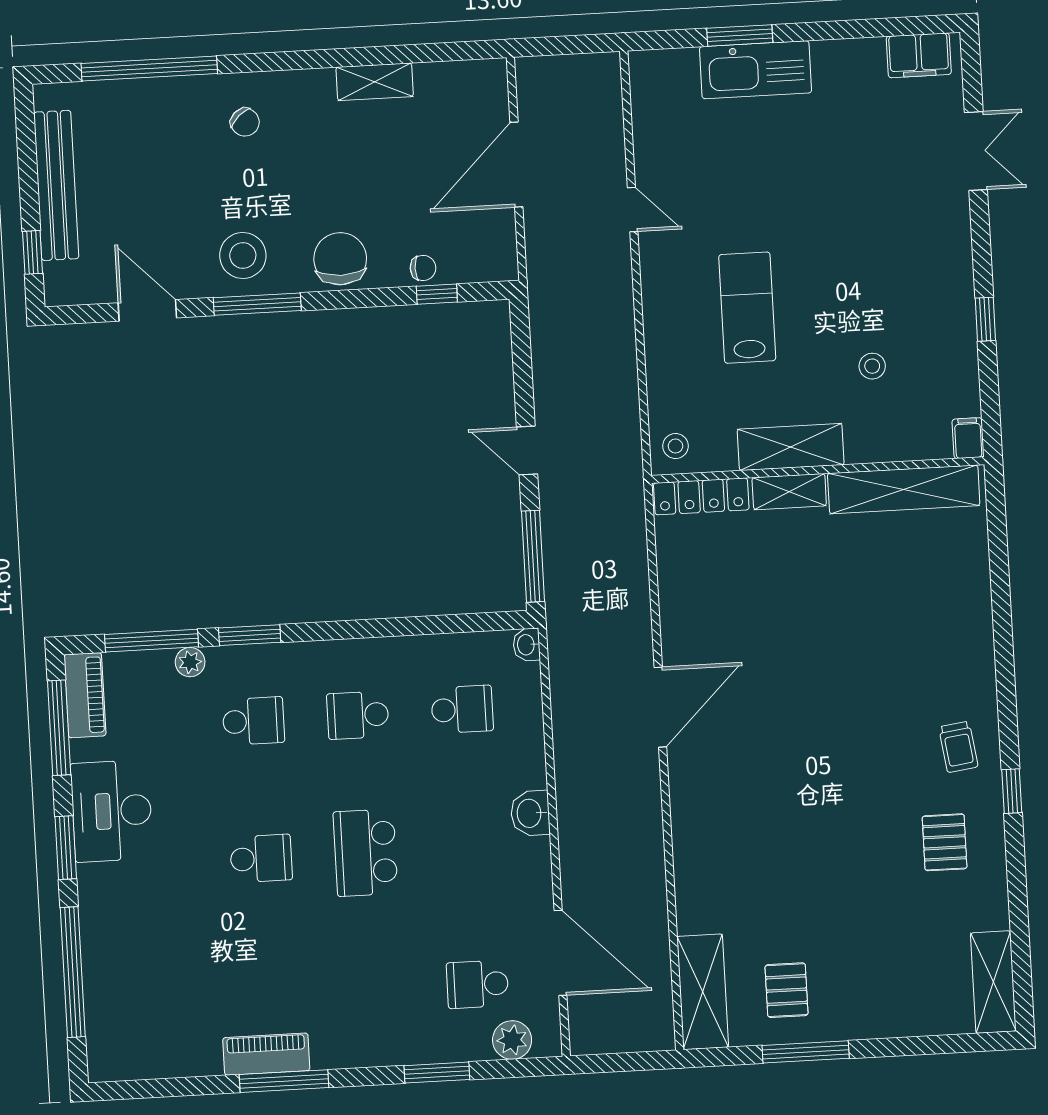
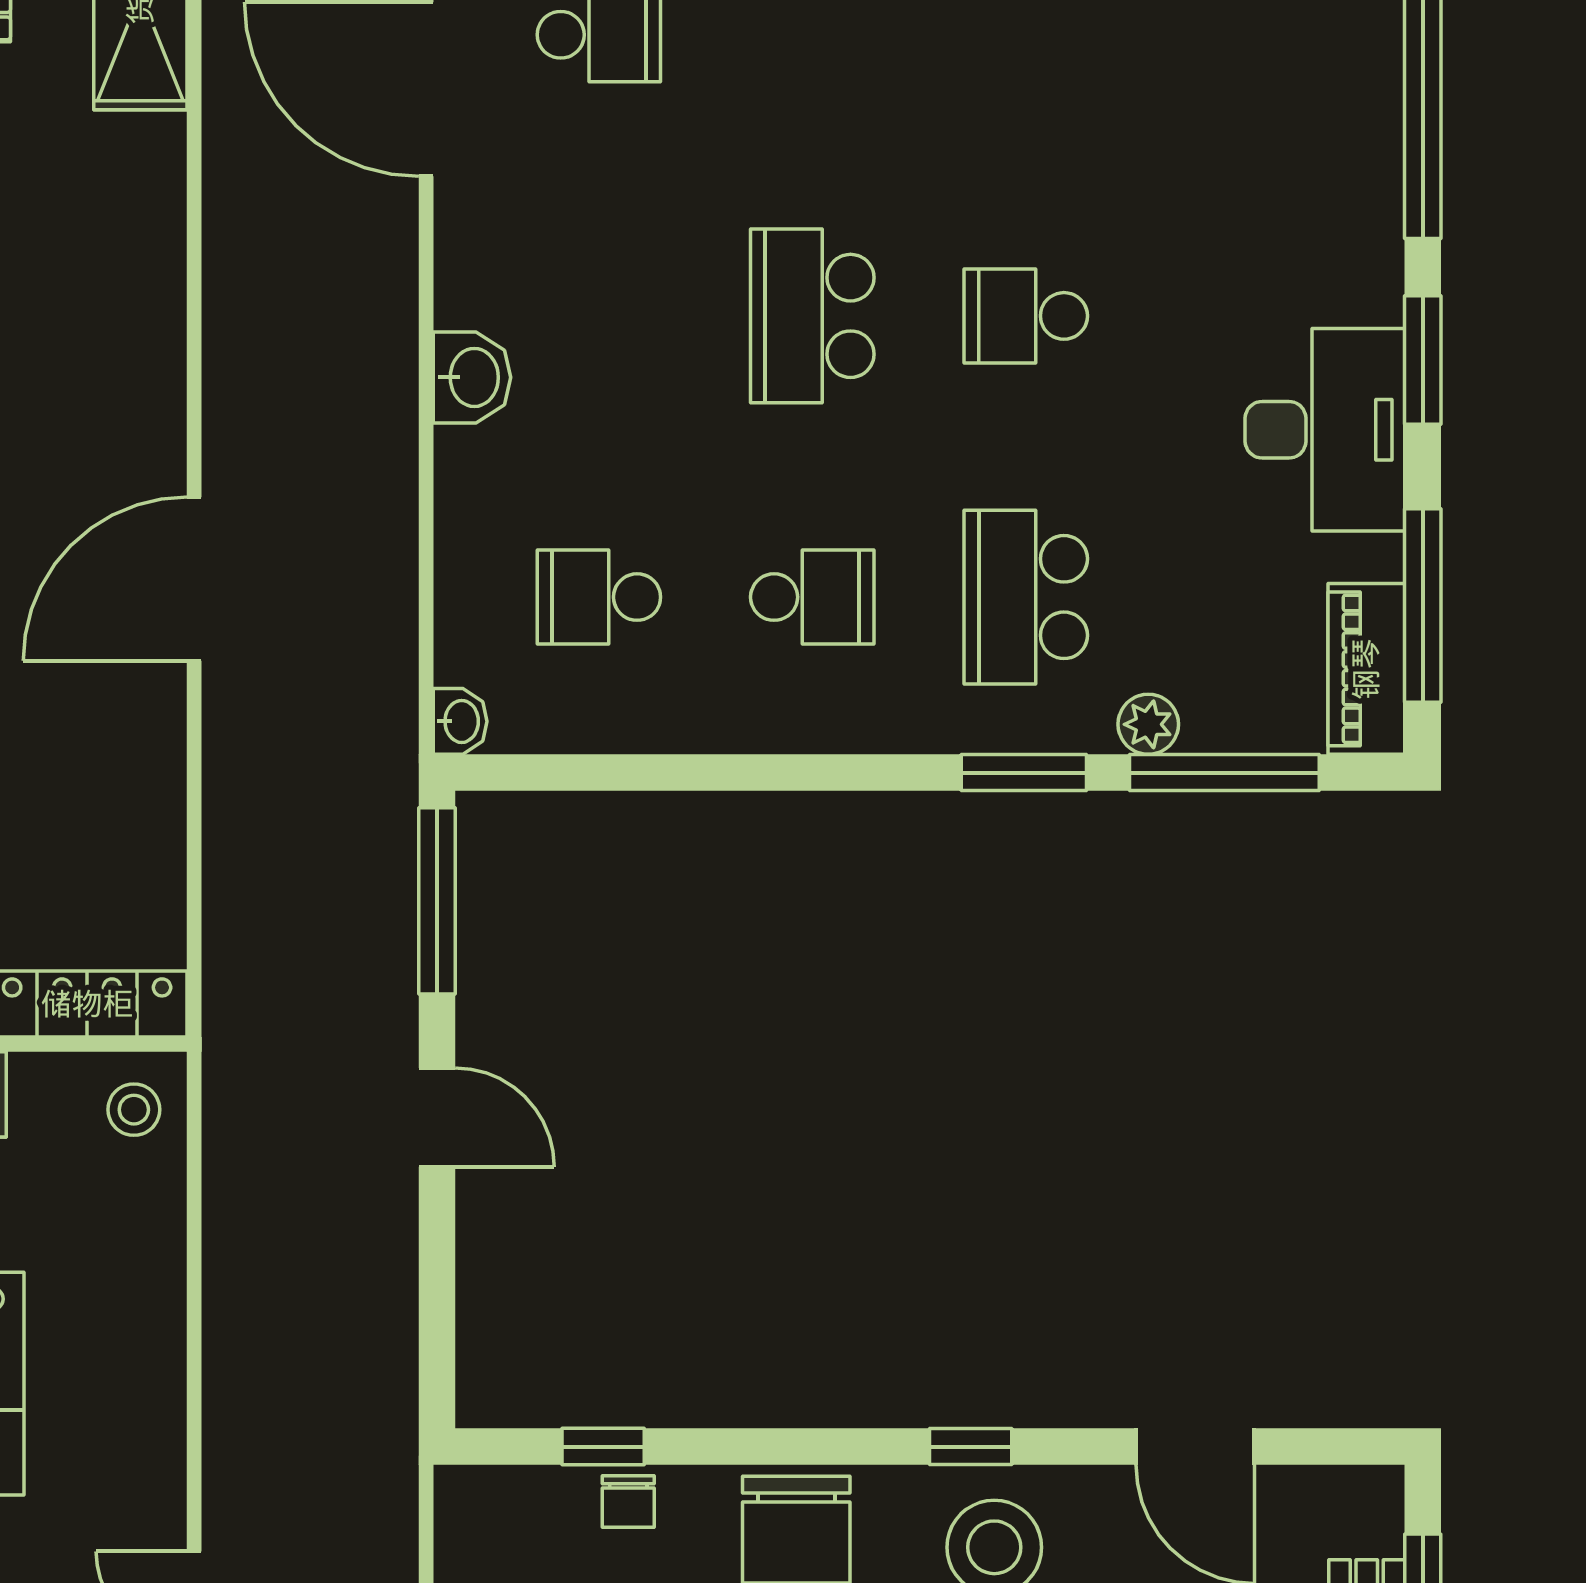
chair: (423, 268) -> (628, 1501), turned -90
window: (257, 304) -> (971, 1447), width x0.46
school desk: (253, 721) -> (1026, 597), width x1.85
school desk: (365, 853) -> (812, 316), turned 180

